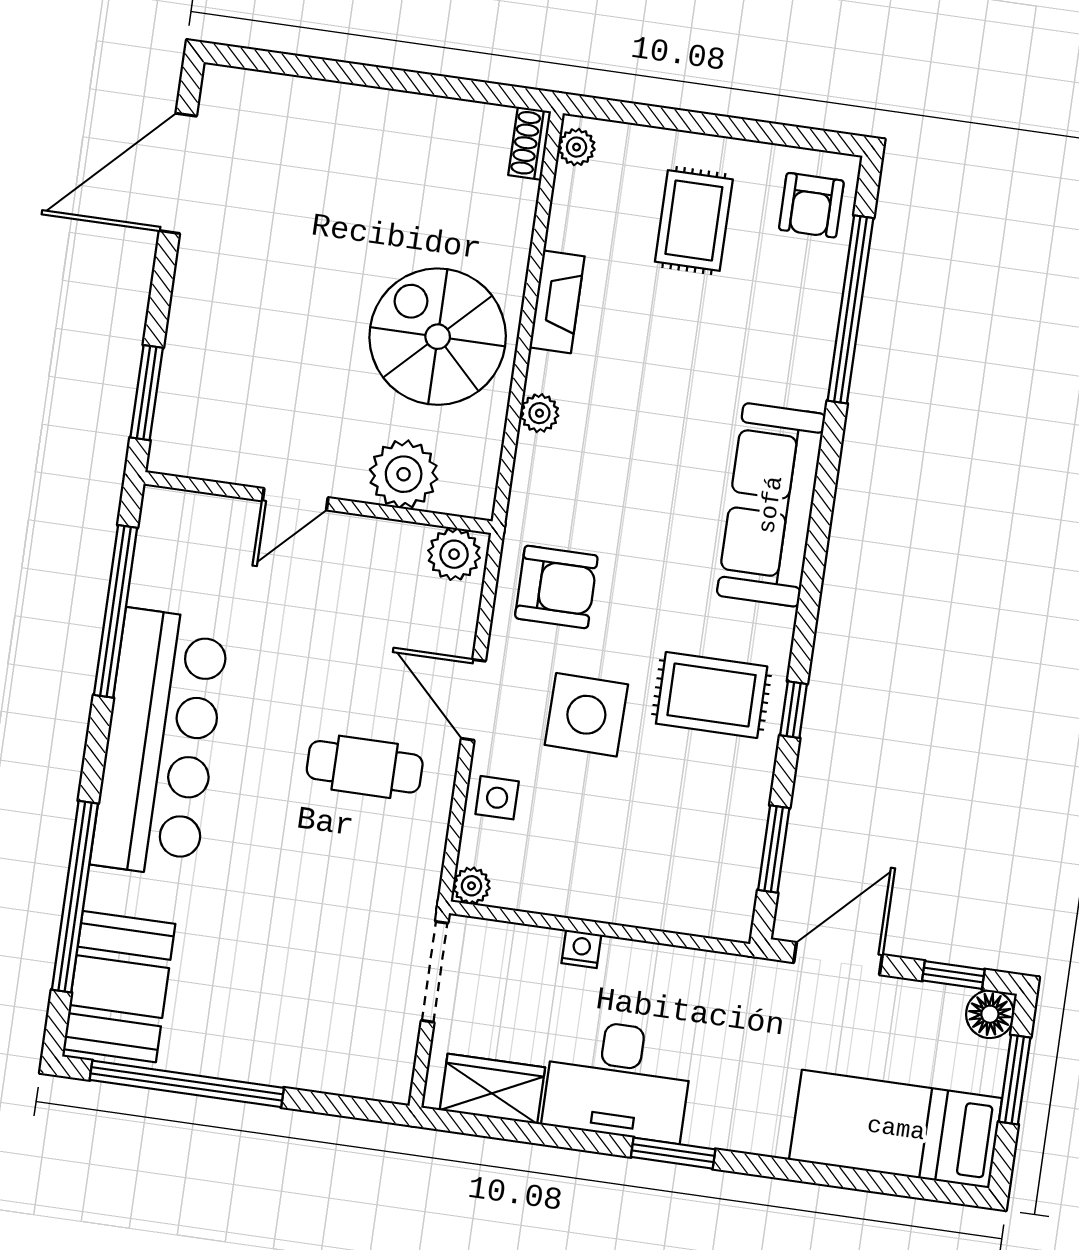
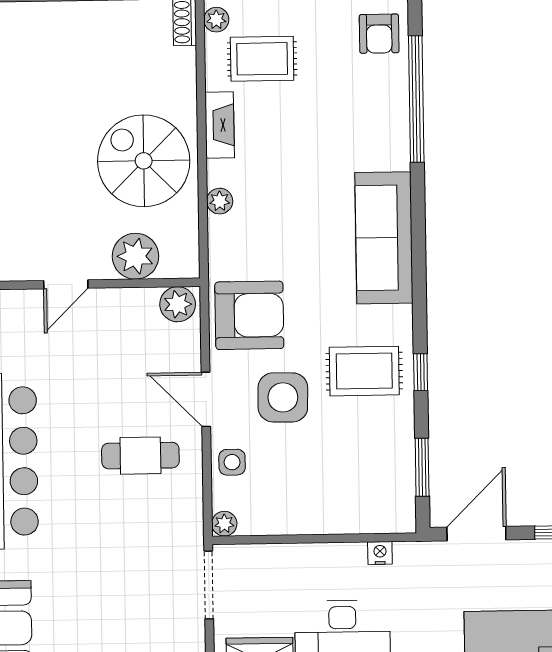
rug: (694, 221) -> (262, 59), moved, turned 90
armchair: (556, 587) -> (249, 315), width x1.36, depth x1.36
nightstand: (581, 949) -> (380, 553), moved

